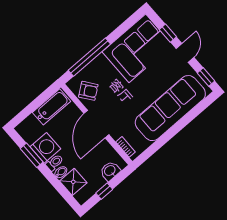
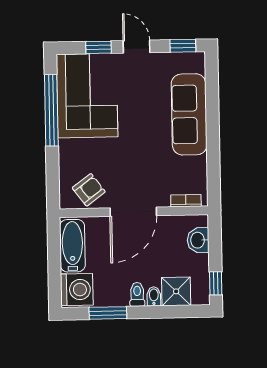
window: (89, 57) -> (51, 110), moved
sofa: (170, 108) -> (189, 114), width x0.74, depth x0.79
door: (96, 124) -> (133, 212), hinge flipped
washing machine: (45, 148) -> (77, 290), moved, turned 90
window: (104, 191) -> (216, 283), moved

